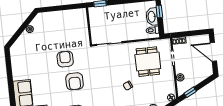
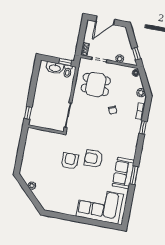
window: (159, 12) -> (65, 62), moved
armchair: (65, 59) -> (70, 161), turned 90
armchair: (75, 81) -> (93, 159), turned 180

